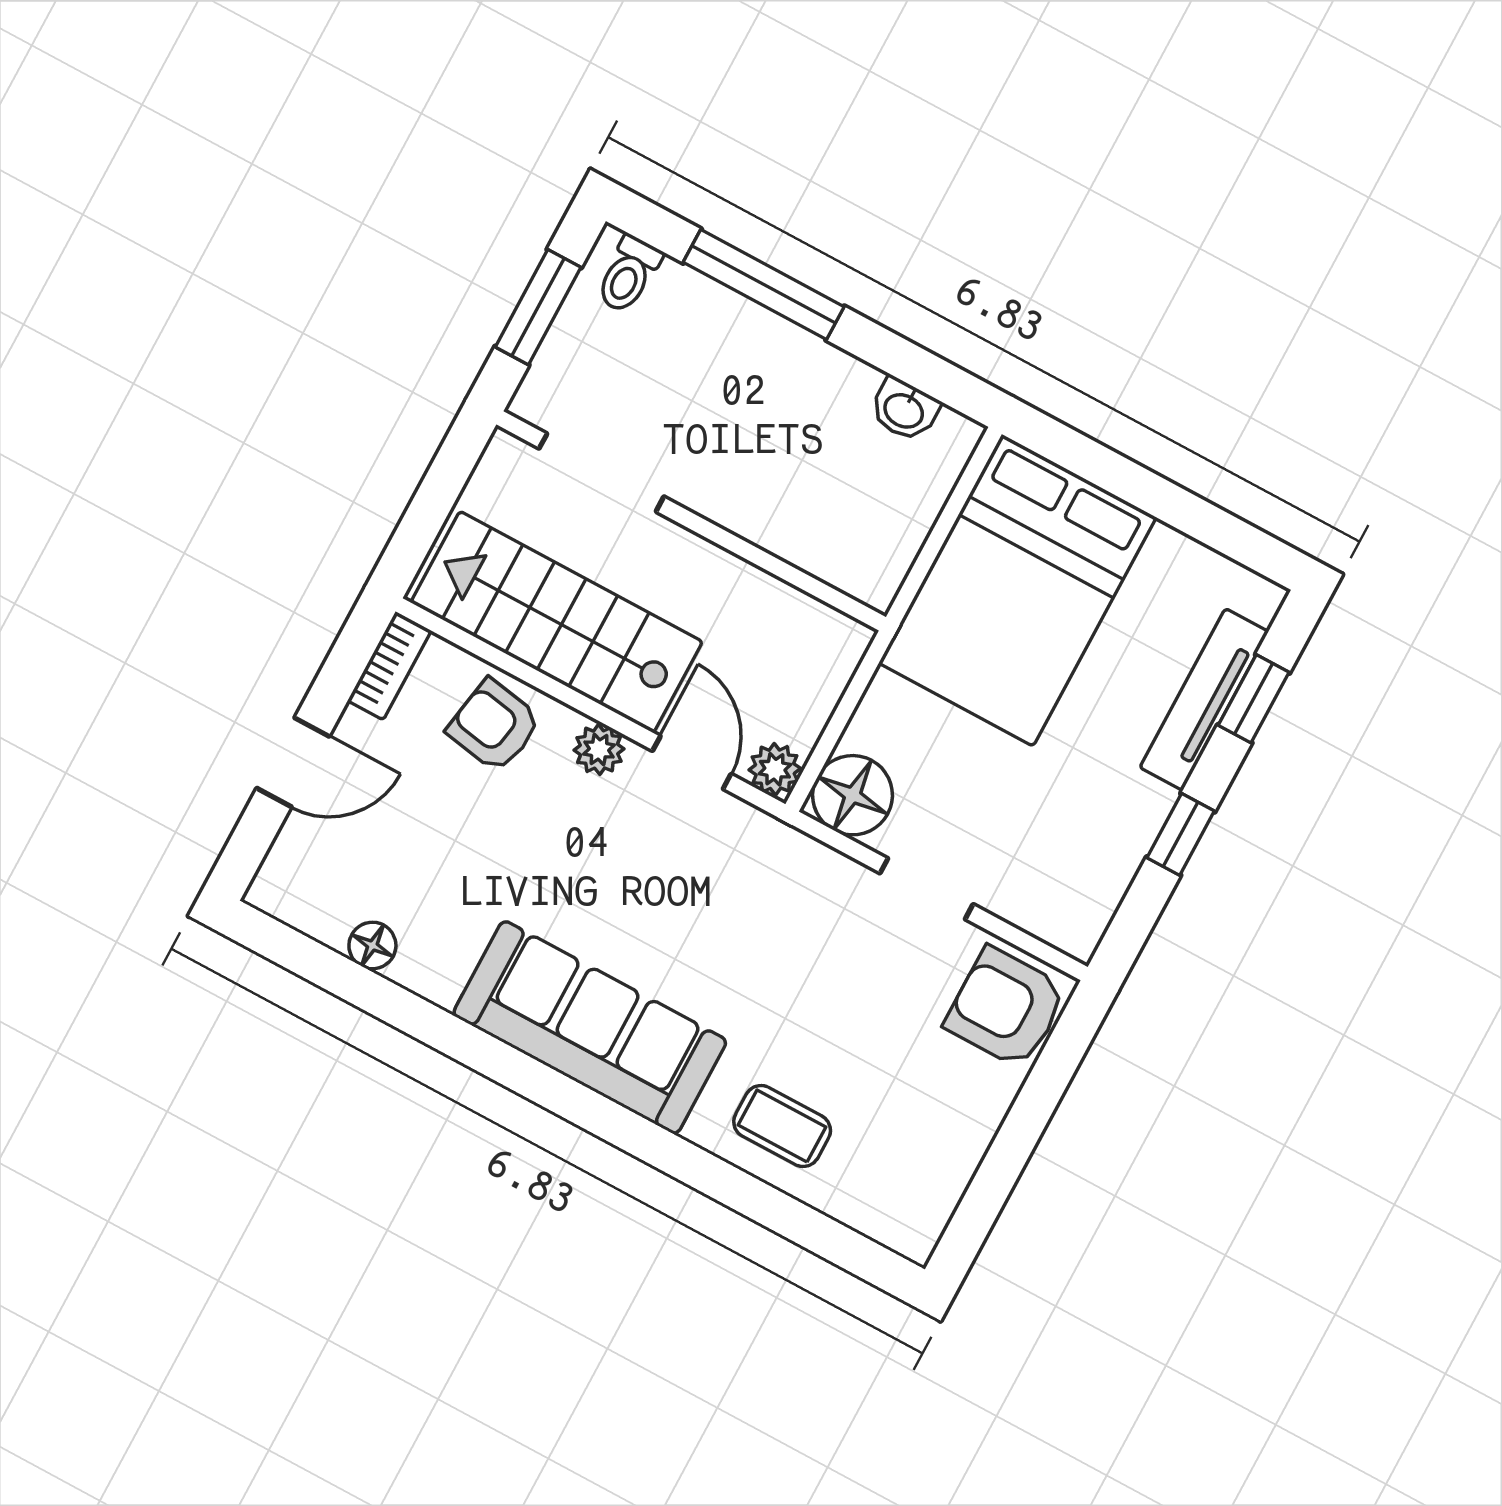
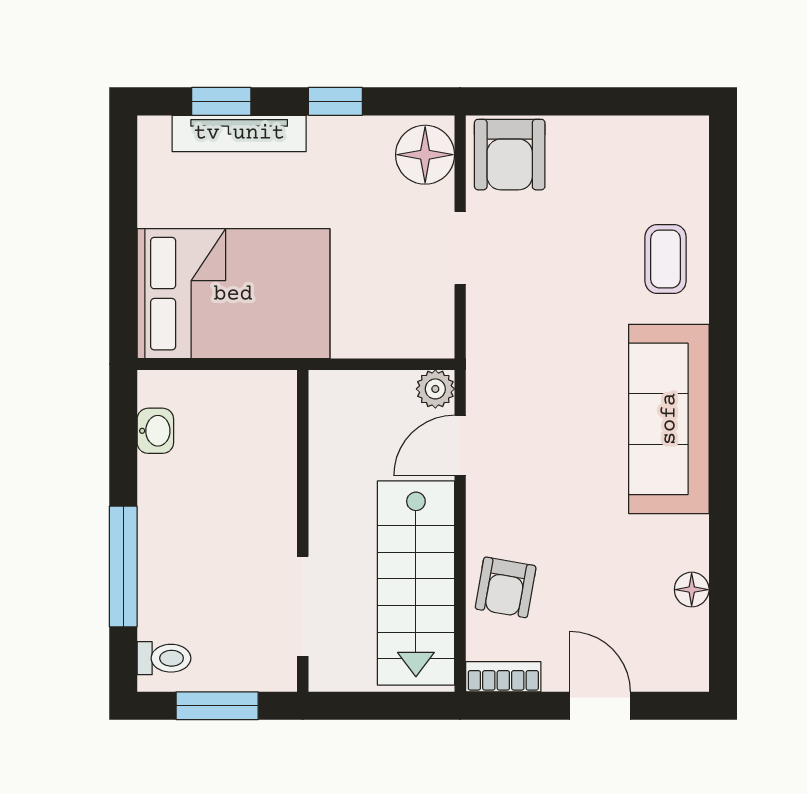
plant: (599, 749) -> (484, 511), removed
floor lamp: (853, 795) -> (425, 155), moved

